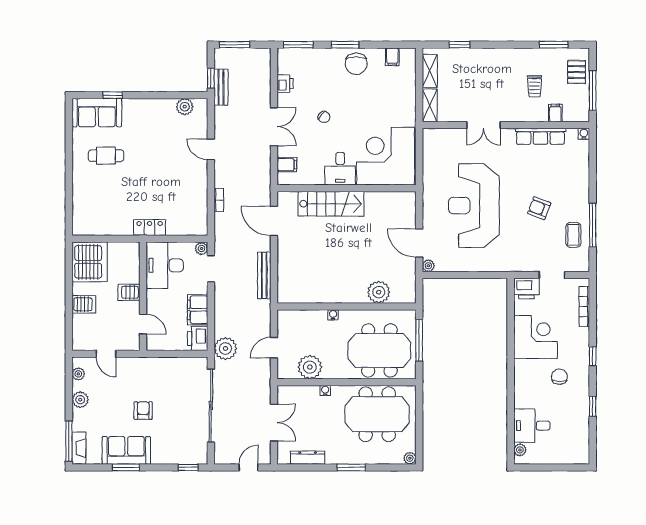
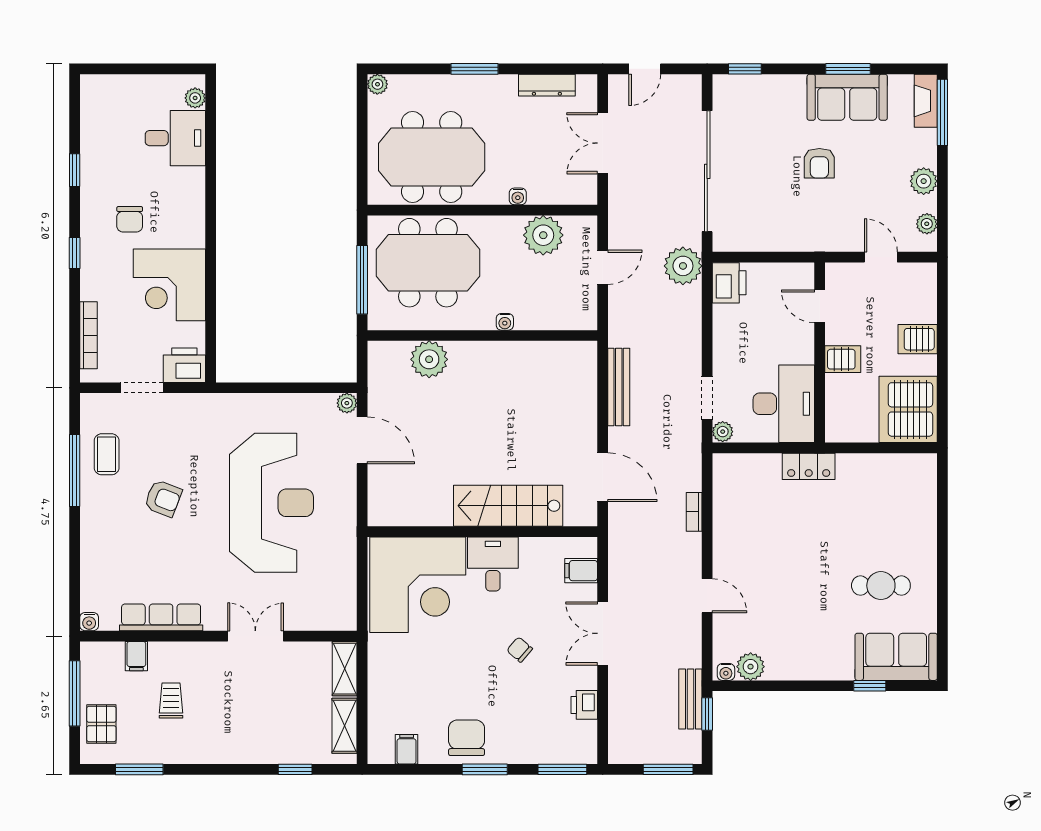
water cooler: (200, 103) -> (726, 672), added
filing cabinet: (198, 310) -> (729, 330), removed

